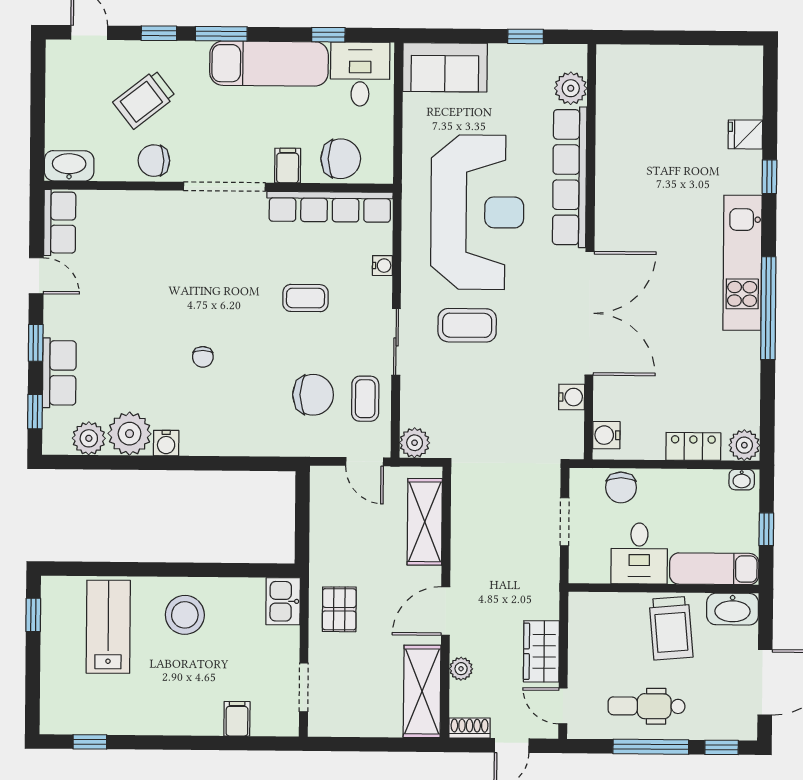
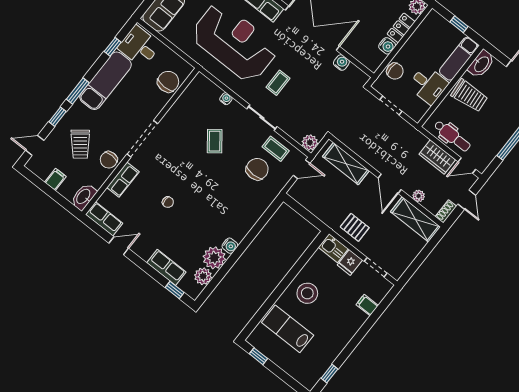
filing cabinet: (288, 166) -> (55, 179), moved, turned 90
row of seats: (330, 207) -> (123, 180), moved, width x0.50
coffee table: (305, 298) -> (215, 141), turned -38
coffee table: (467, 325) -> (278, 83), width x0.73, depth x0.77
window: (36, 343) -> (146, 268), removed
chair: (203, 357) -> (168, 202), moved
water cooler: (606, 435) -> (387, 46), moved, turned -90
washbasin: (742, 480) -> (430, 19), removed
fridge: (281, 643) -> (350, 263), added
dental chair: (647, 706) -> (452, 136), moved, turned -90

